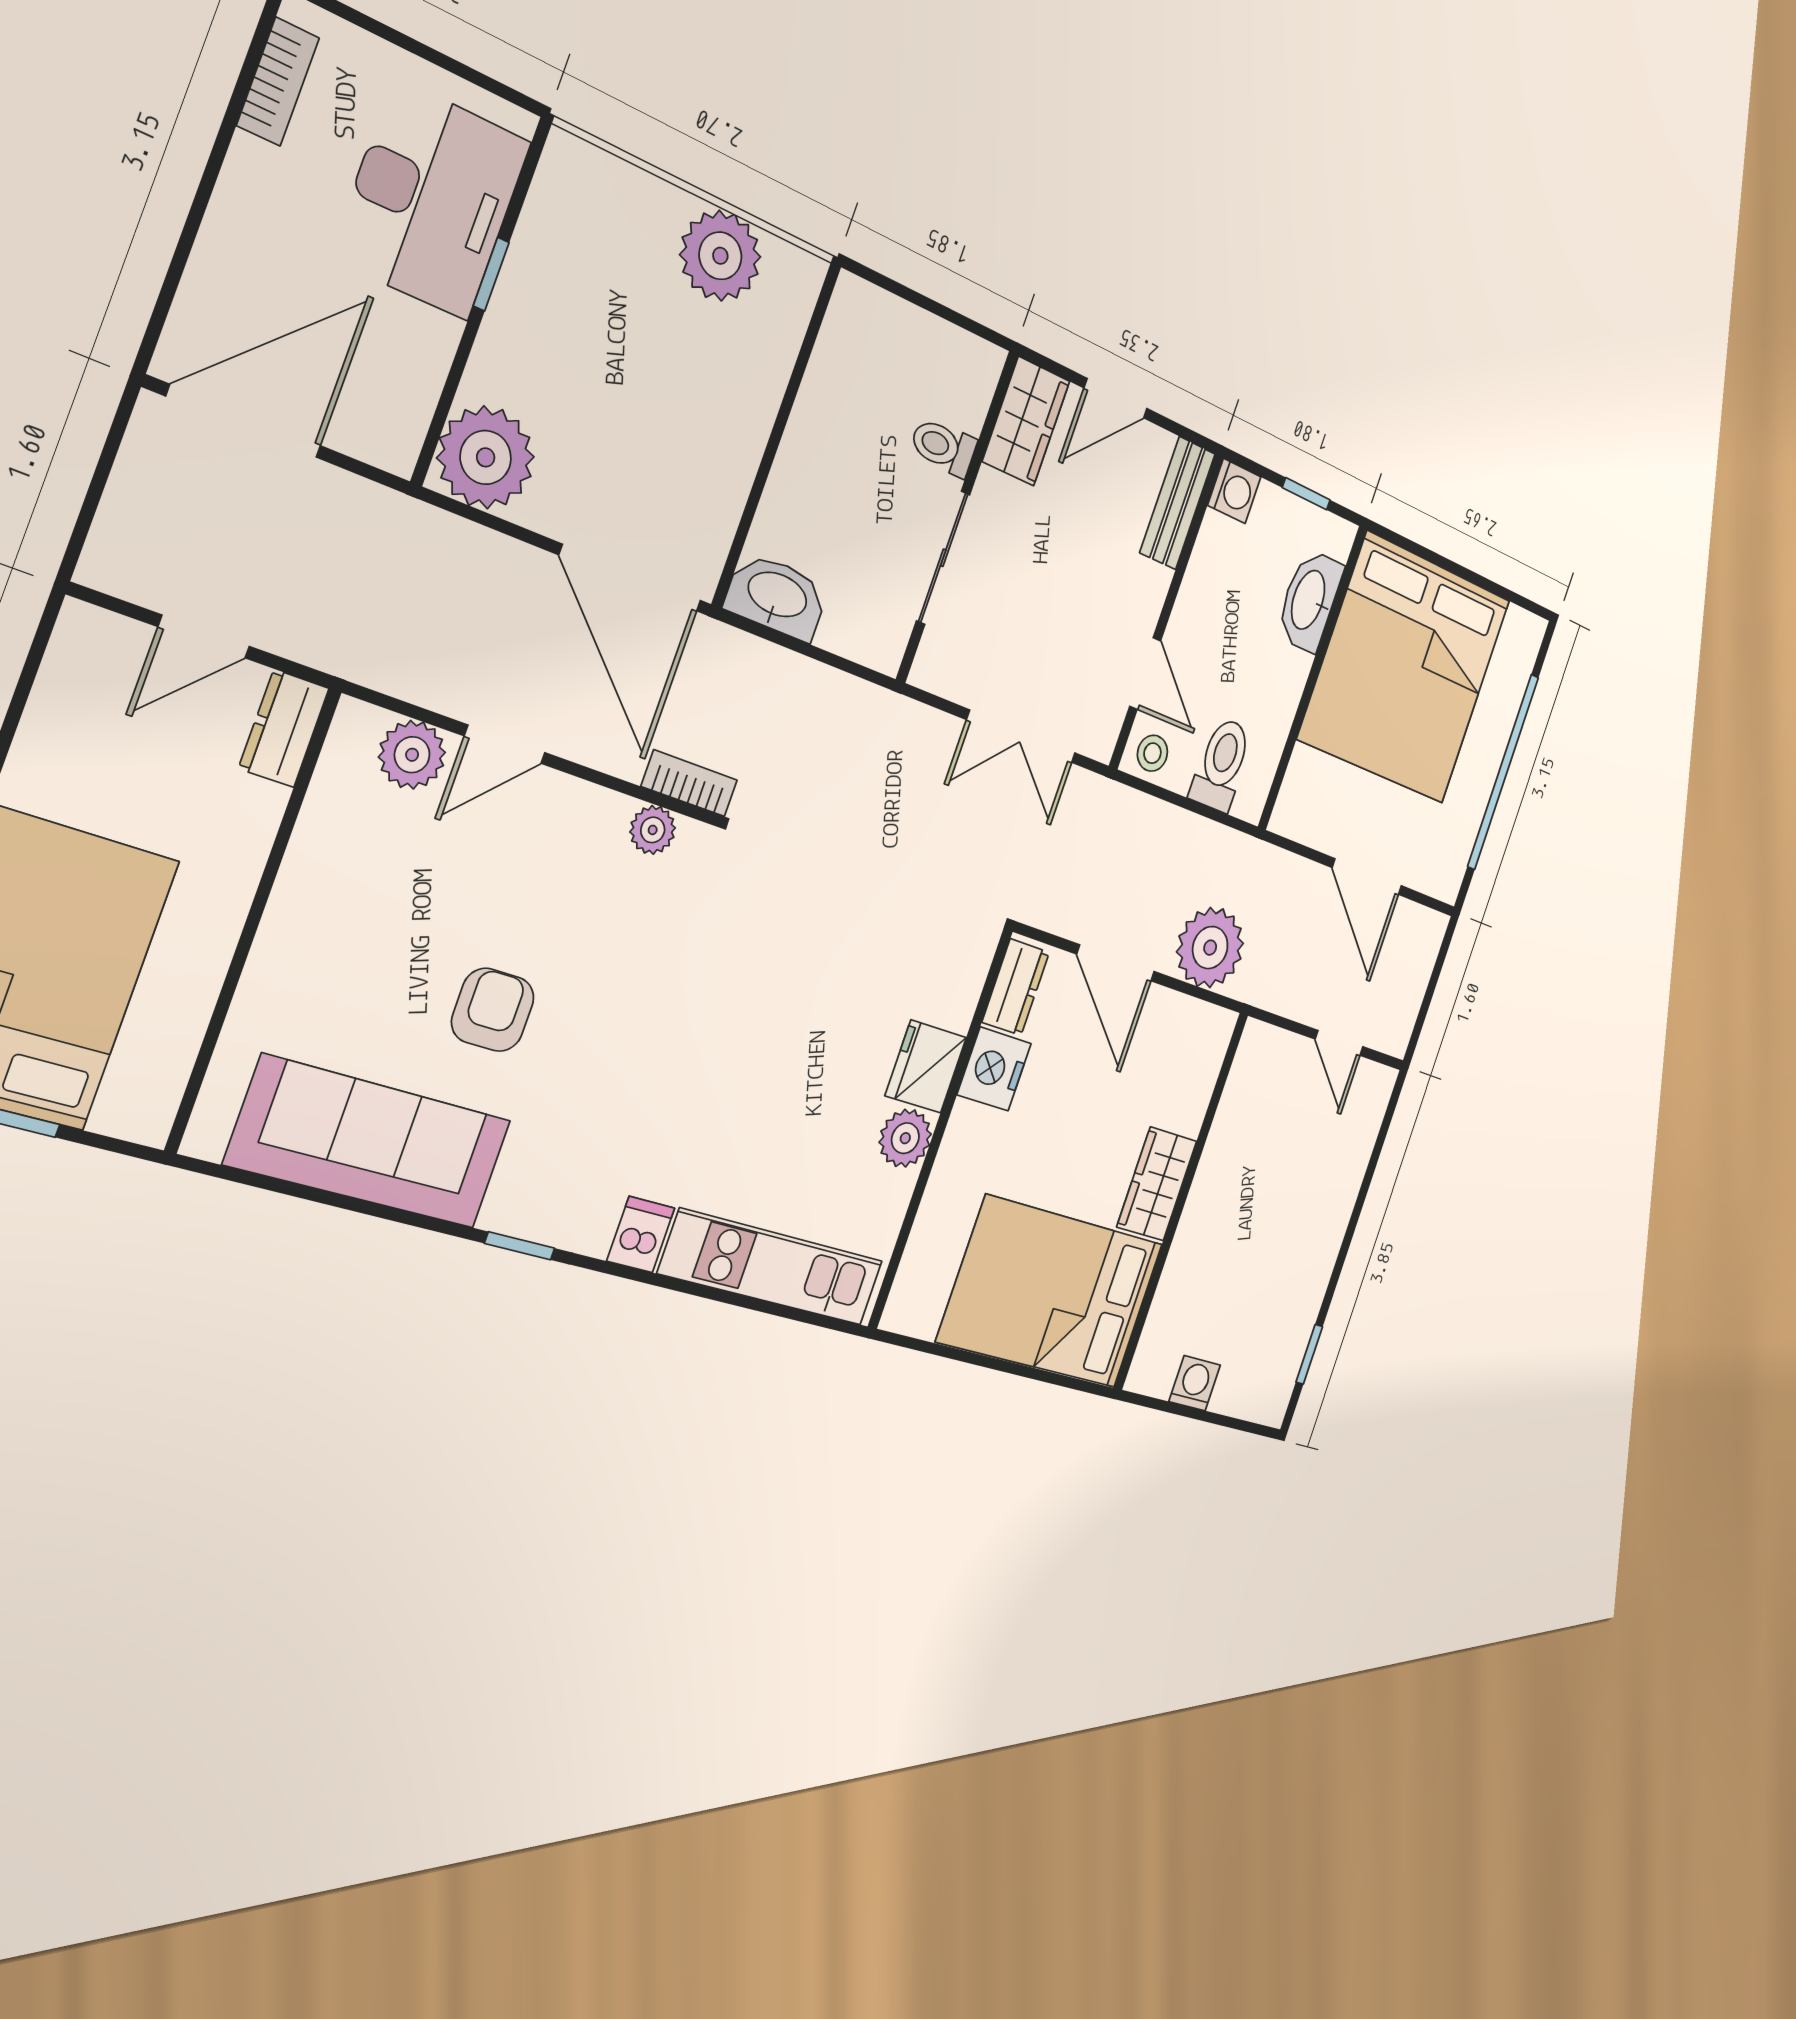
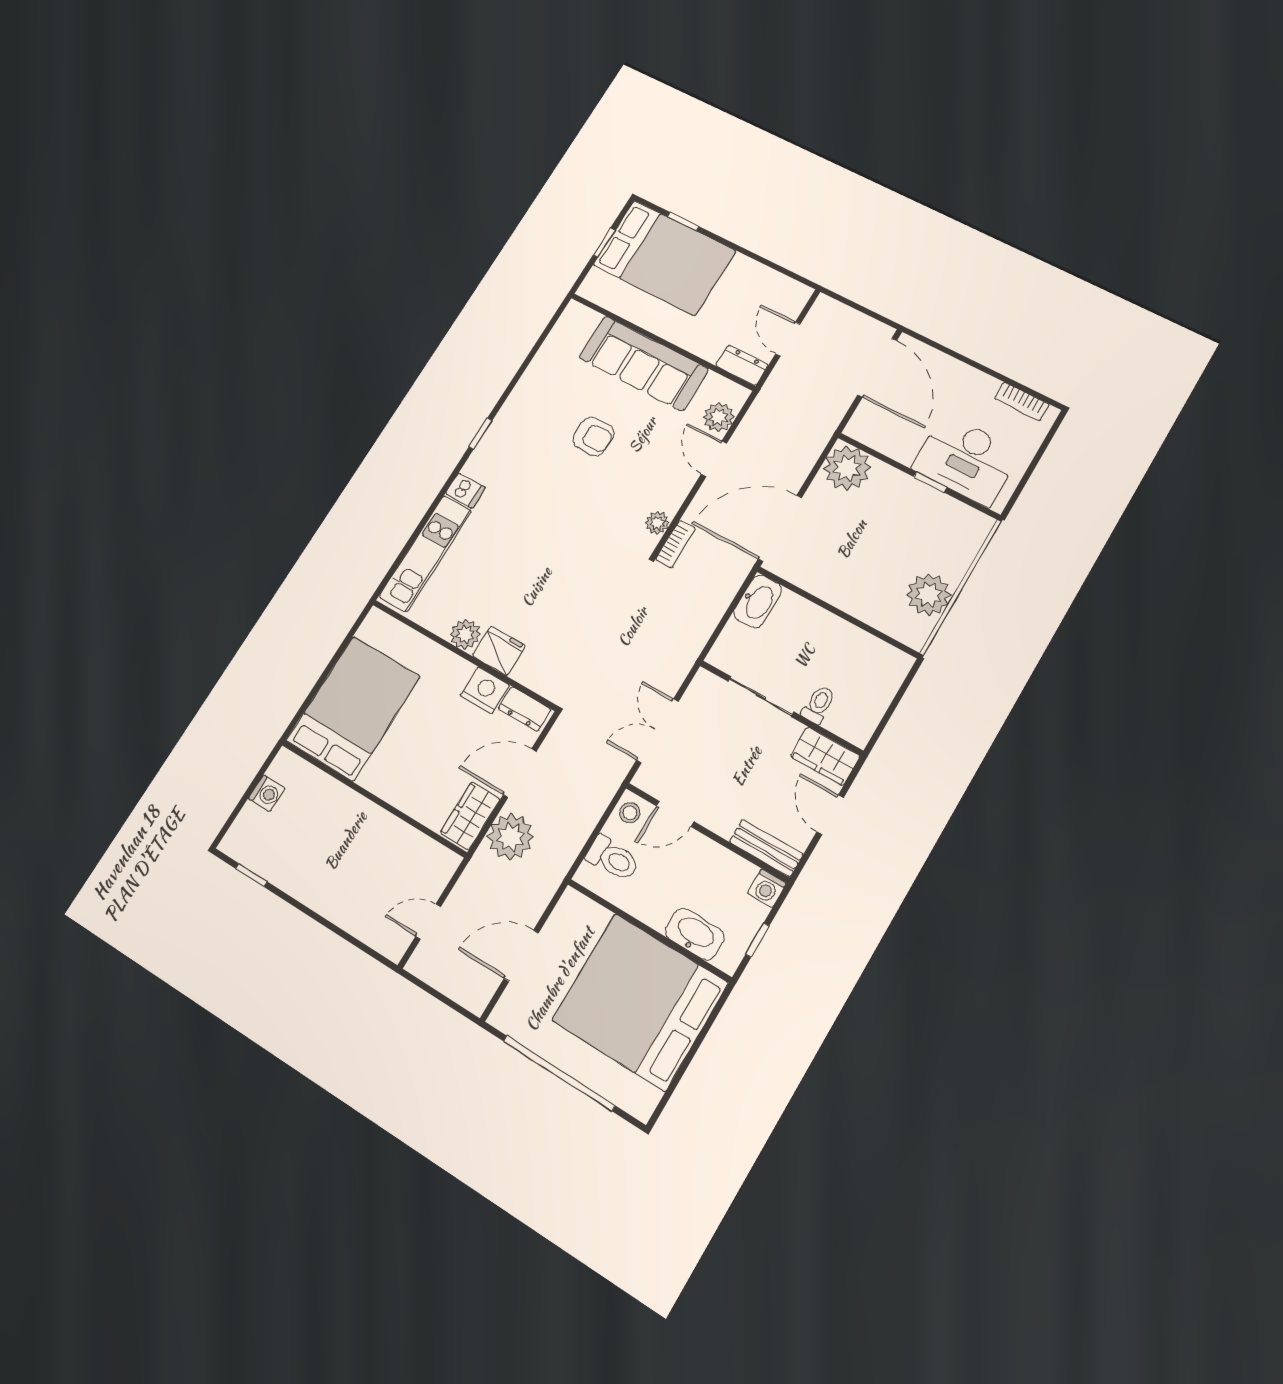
sofa: (370, 1142) -> (643, 363), moved, turned 90
wardrobe: (1157, 1184) -> (470, 816), moved, turned -90

